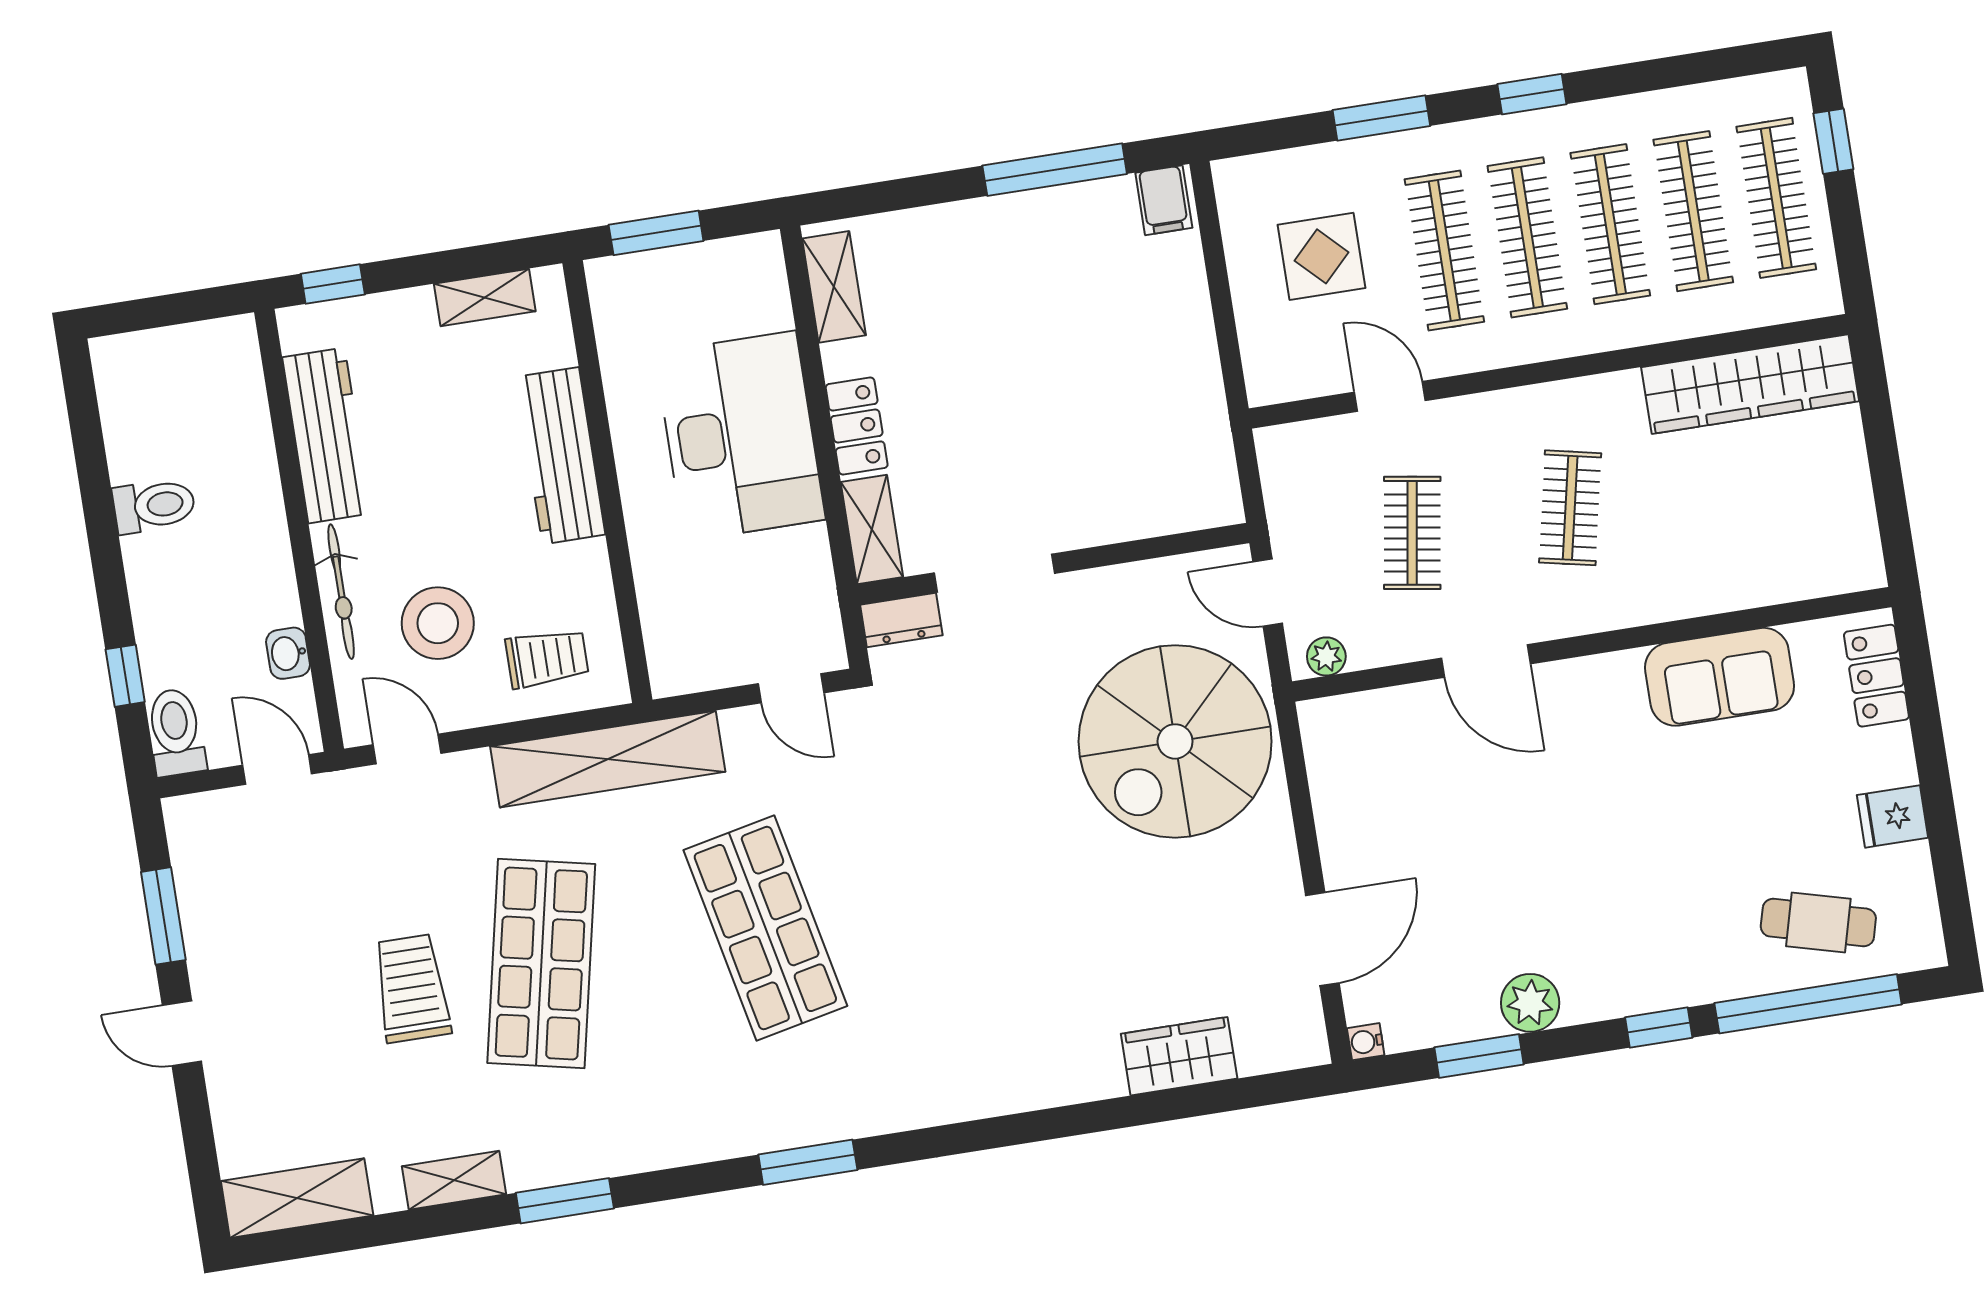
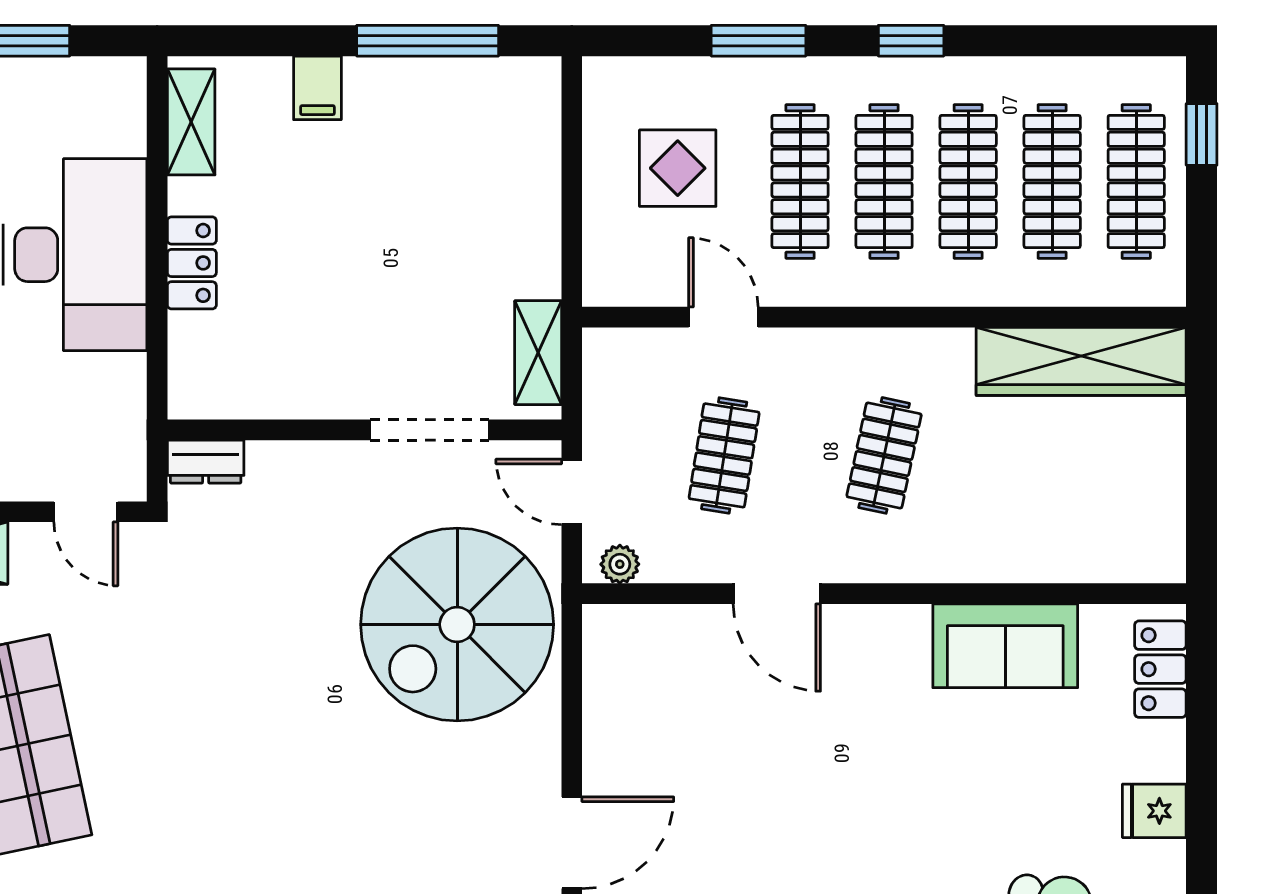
filing cabinet: (1164, 200) -> (317, 88), moved
shelving: (872, 530) -> (538, 353), moved
doorway: (994, 573) -> (429, 430), moved

